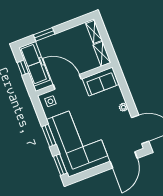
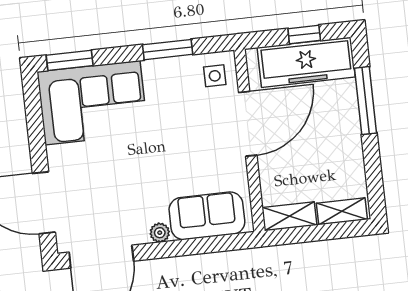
window: (44, 34) -> (365, 101), width x1.44
sofa: (101, 81) -> (207, 216), moved, turned 90
window: (49, 135) -> (168, 50), moved
corner sofa: (78, 141) -> (93, 103), width x0.73, depth x0.74

